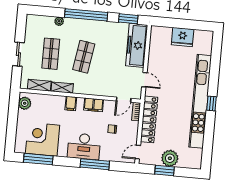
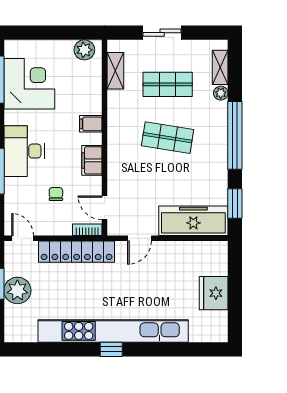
shelving: (62, 88) -> (220, 67), moved

